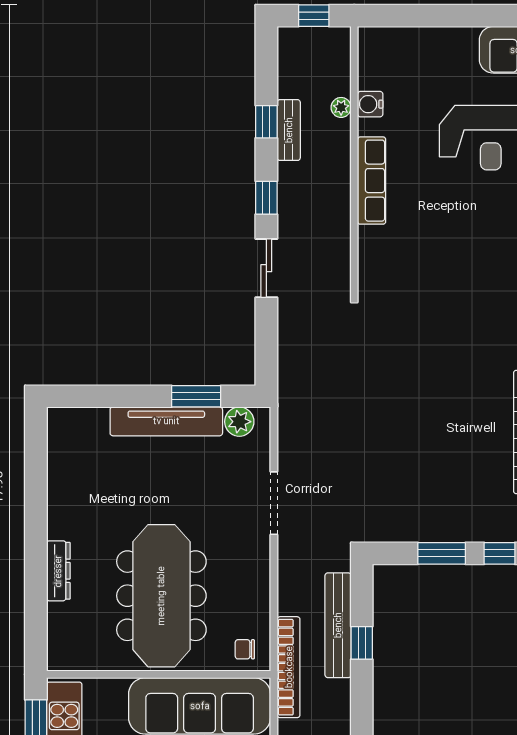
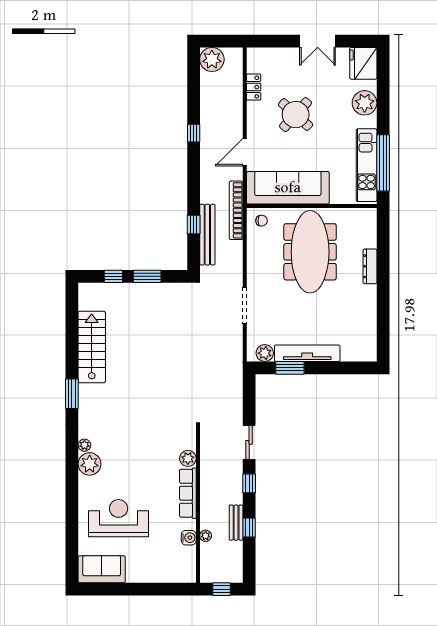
plant: (372, 240) -> (188, 458), added

